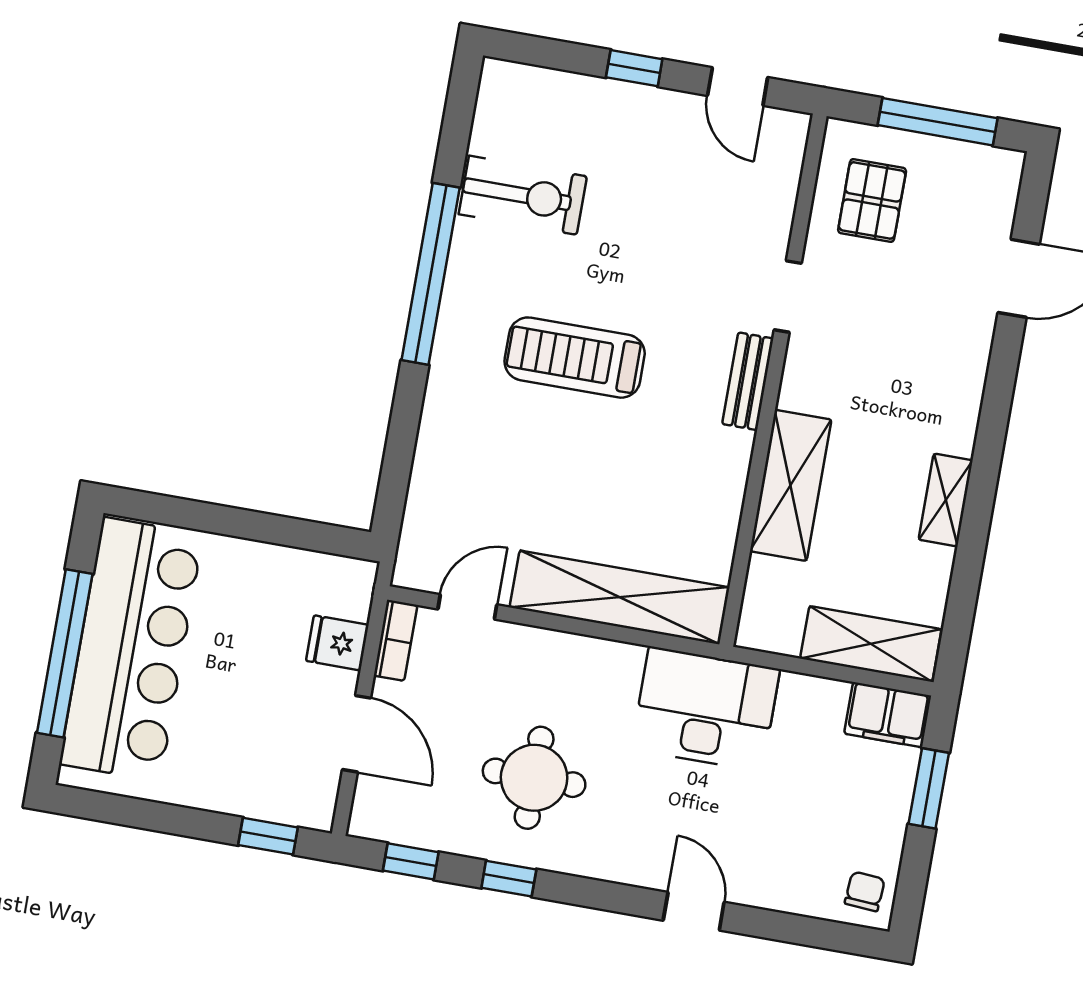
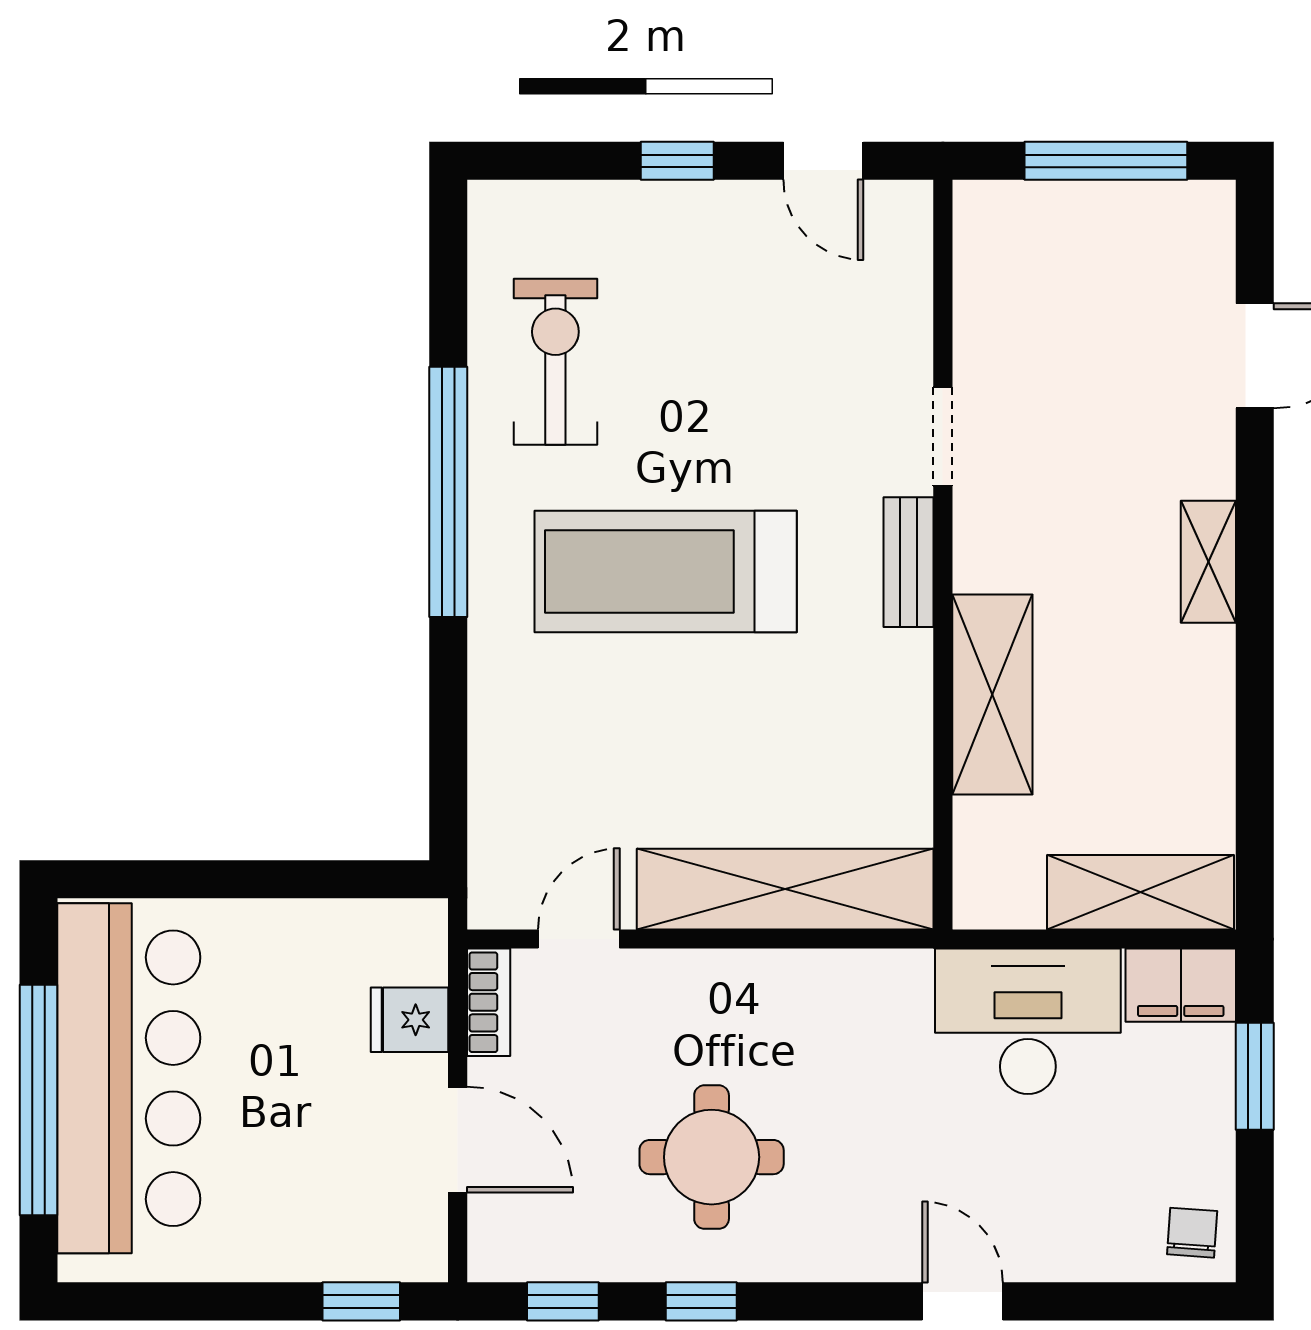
exercise bike: (523, 195) -> (555, 362), turned -90
pallet: (872, 200) -> (1035, 285), removed
treadmill: (575, 358) -> (666, 572), width x1.37, depth x1.38
shelving: (946, 500) -> (1208, 562), moved
desk: (706, 709) -> (1028, 1021), moved

